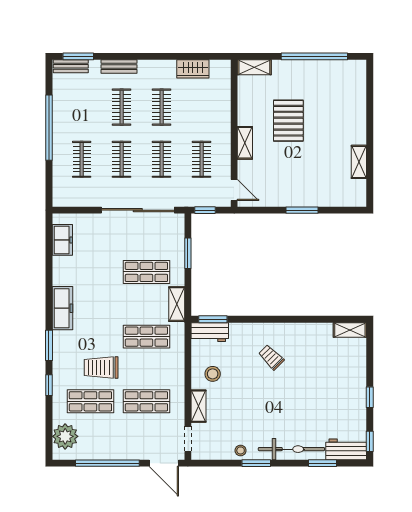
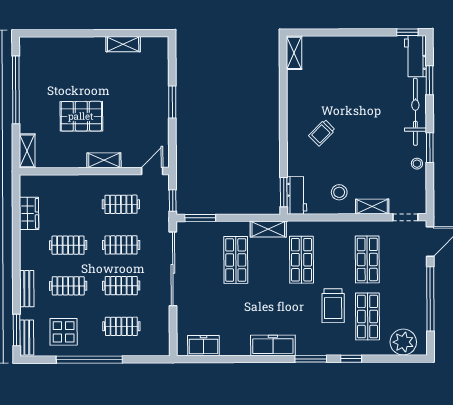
display table: (76, 102) -> (64, 332), added
window: (188, 253) -> (200, 218), moved
window: (370, 397) -> (362, 32), removed

